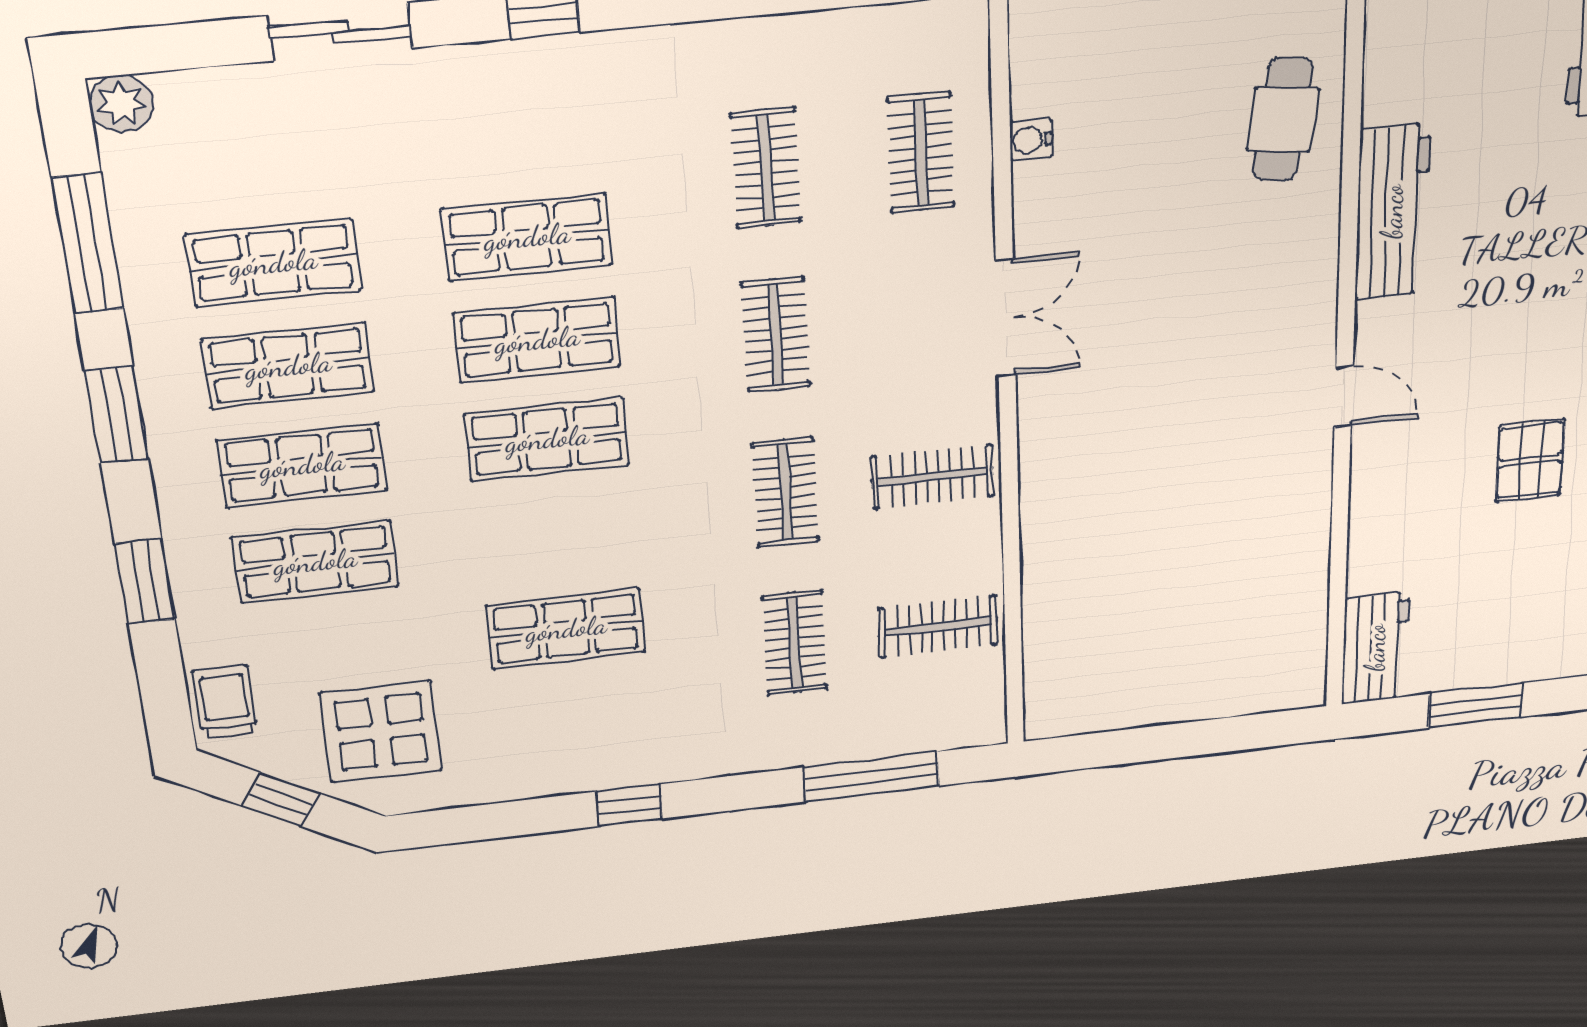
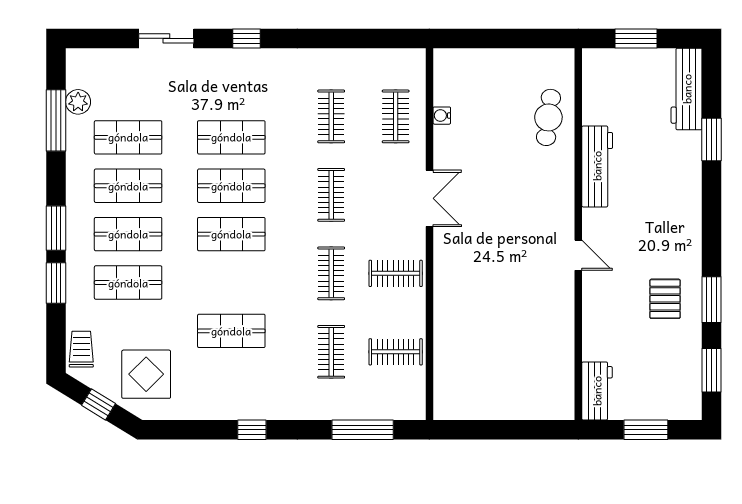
plant: (121, 104) -> (78, 102), moved
window: (117, 415) -> (56, 228), moved

